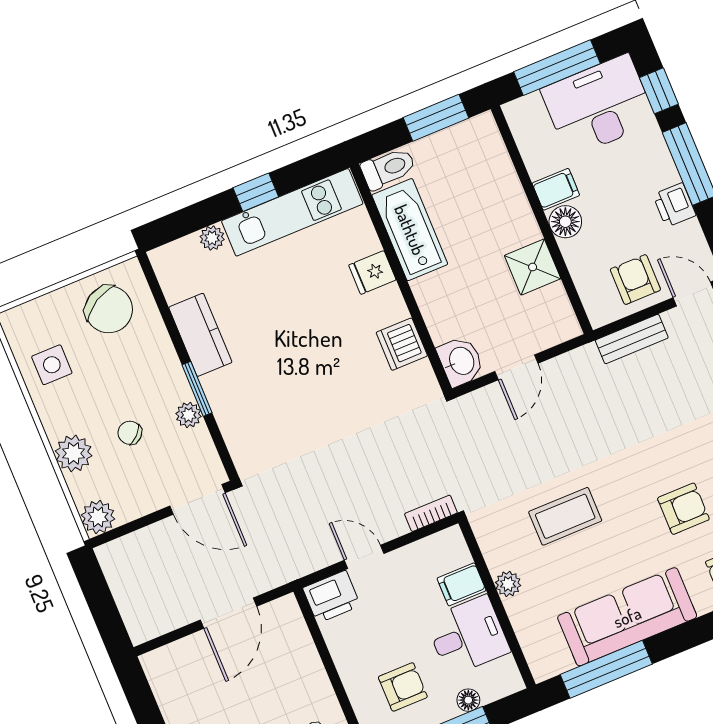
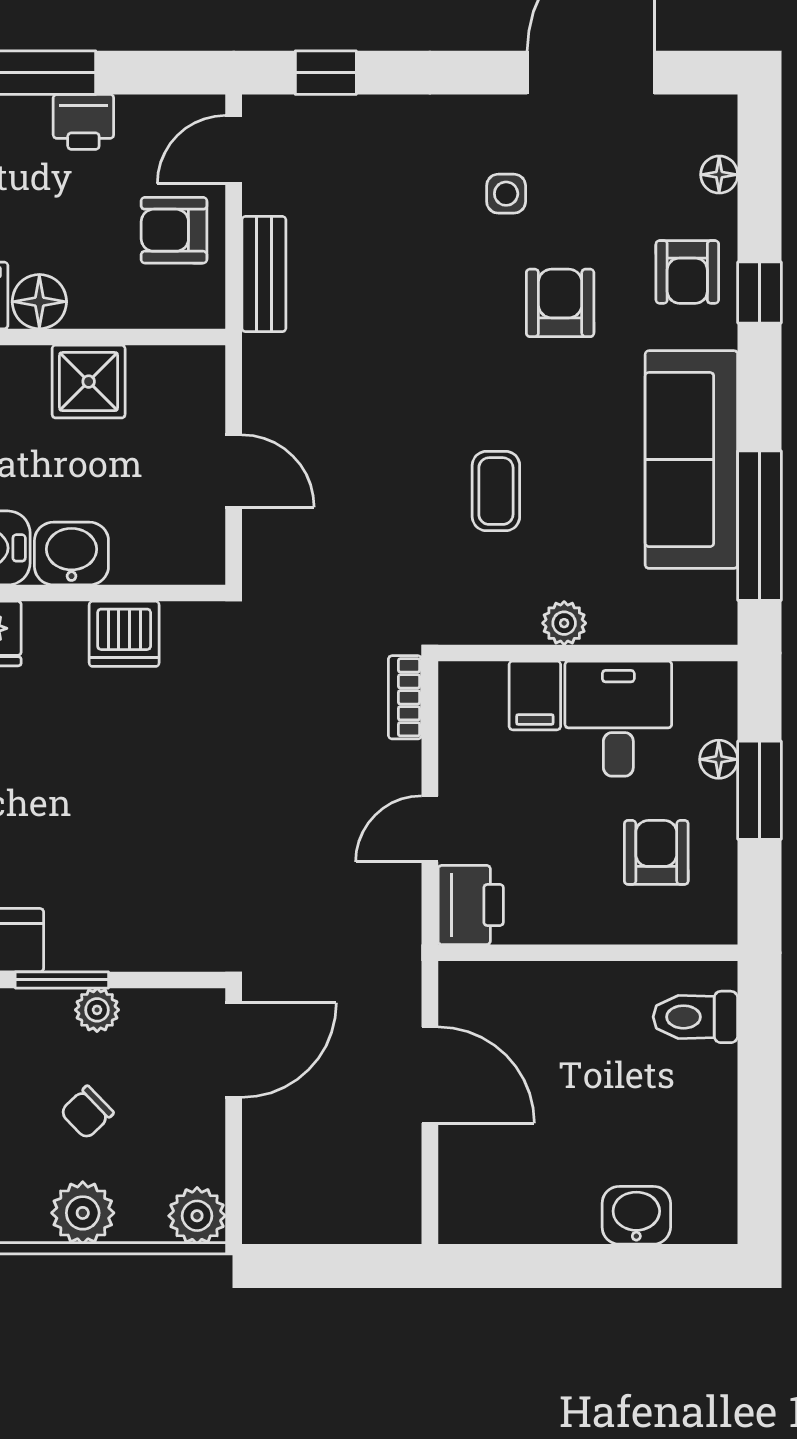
washbasin: (461, 361) -> (71, 554), moved
coffee table: (565, 516) -> (496, 491), width x0.73, depth x0.77

